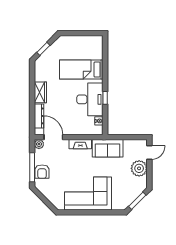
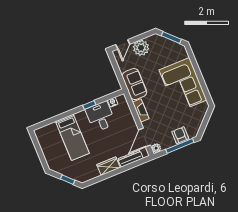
desk: (90, 99) -> (100, 117), width x0.73
door: (149, 153) -> (123, 44), swing flipped
armchair: (42, 172) -> (180, 135), turned -90

